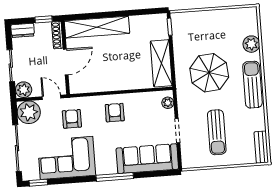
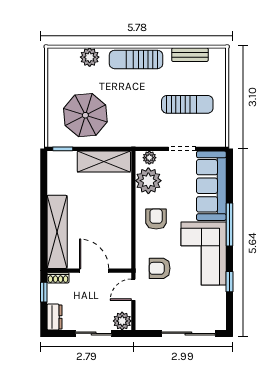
shoe rack: (57, 35) -> (58, 278), width x0.70
parasol: (209, 73) -> (85, 115), moved
plant: (29, 112) -> (148, 181), moved
armchair: (115, 113) -> (156, 219), turned 90
bench: (261, 147) -> (190, 55), moved
corner sofa: (67, 158) -> (204, 254), moved
window: (38, 183) -> (230, 282), moved

